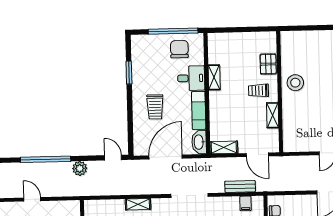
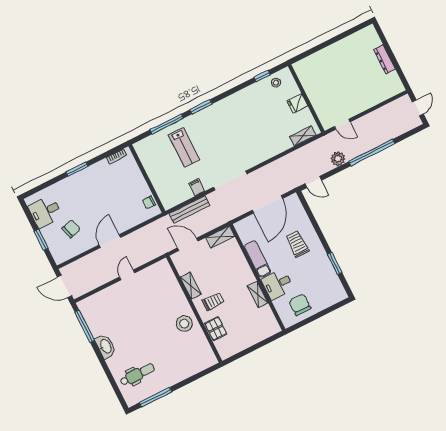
window: (173, 31) -> (313, 318), removed
chair: (179, 49) -> (300, 305), turned 180
washbasin: (199, 142) -> (244, 231), removed
bench: (240, 186) -> (190, 209), width x1.36
door: (32, 199) -> (342, 124), moved
filing cabinet: (246, 203) -> (197, 187), moved
shelving: (138, 204) -> (303, 136), moved

